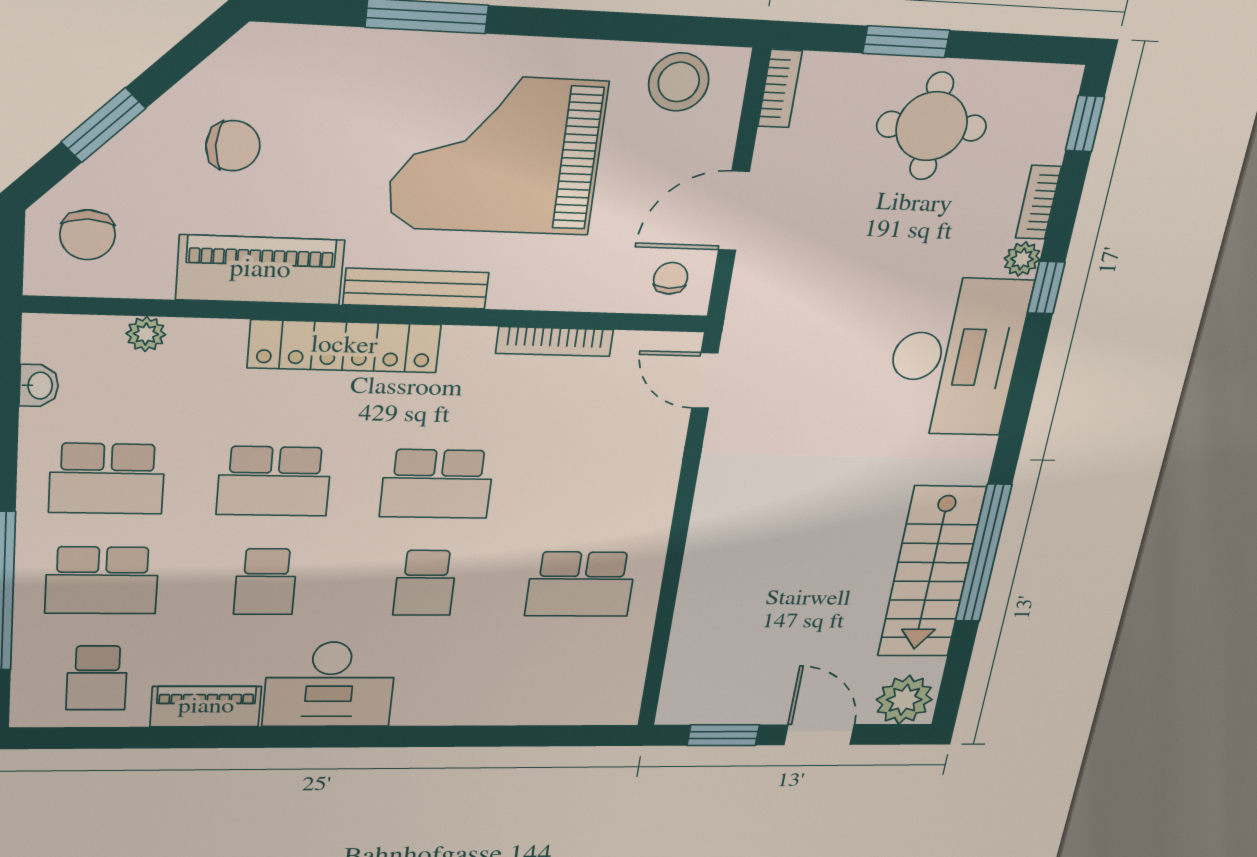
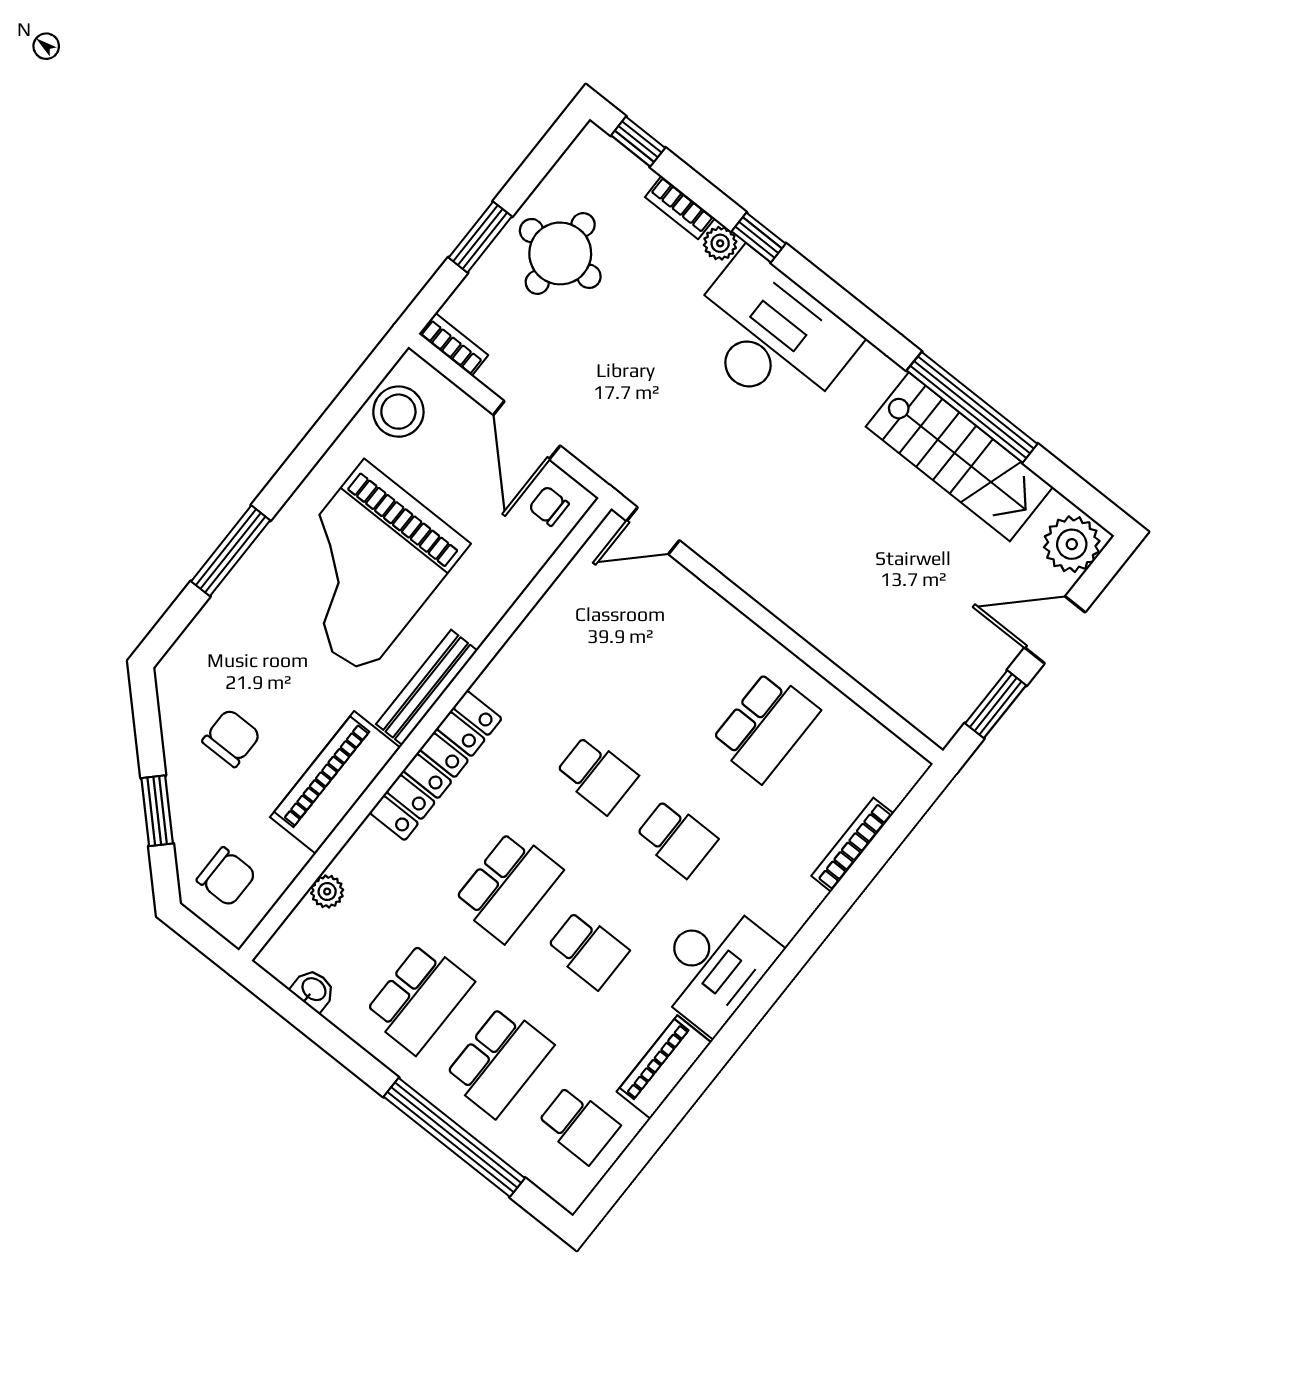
bookcase: (555, 341) -> (852, 845), moved, turned 180
school desk: (437, 484) -> (597, 775), width x0.54

